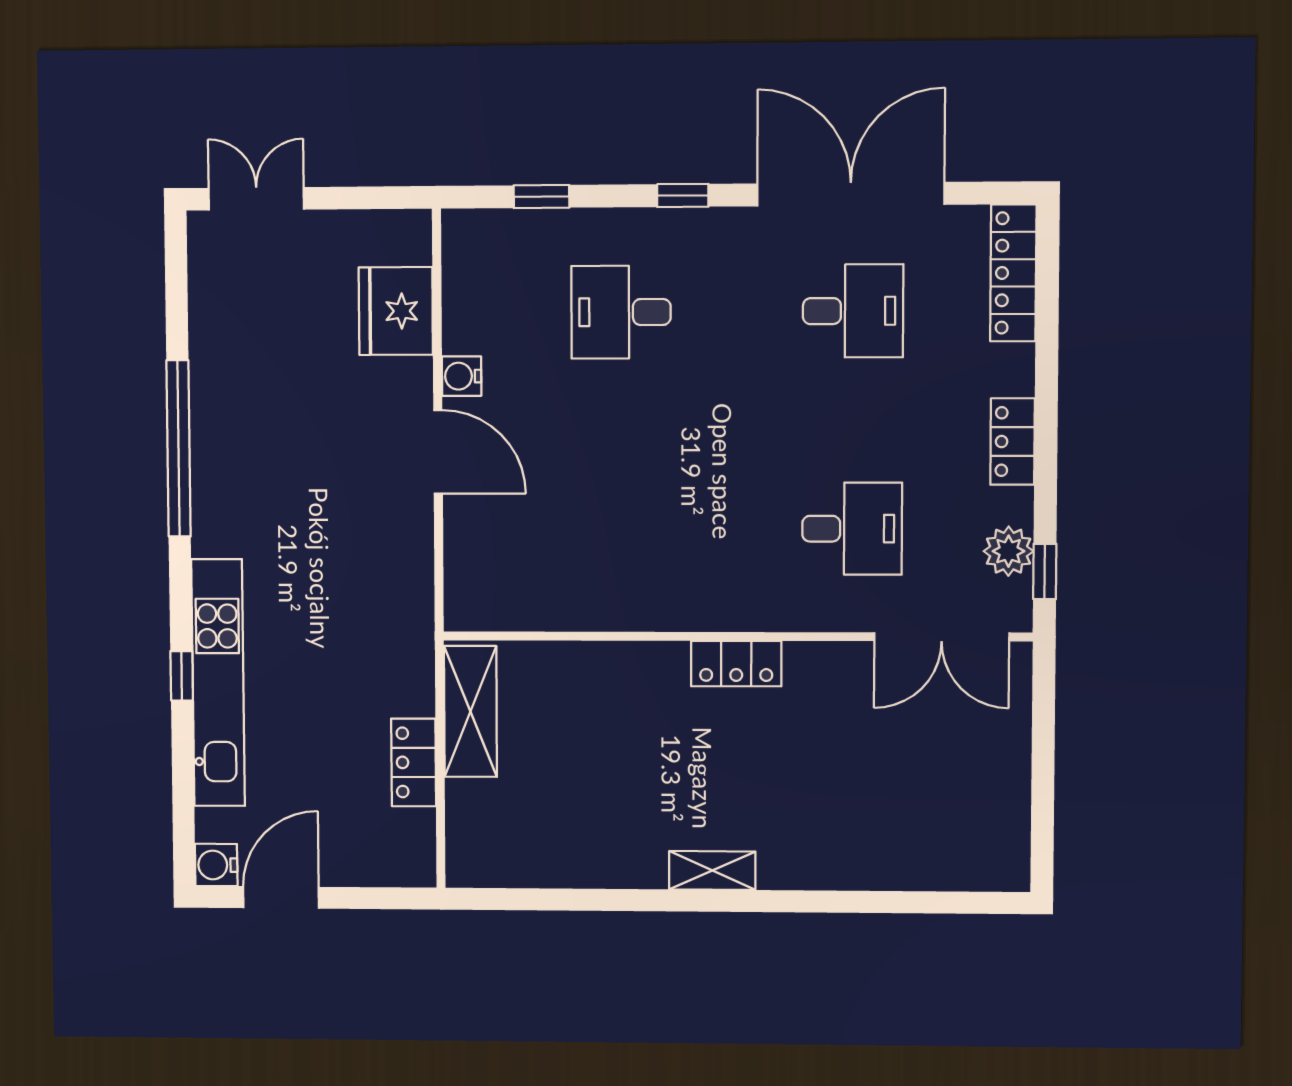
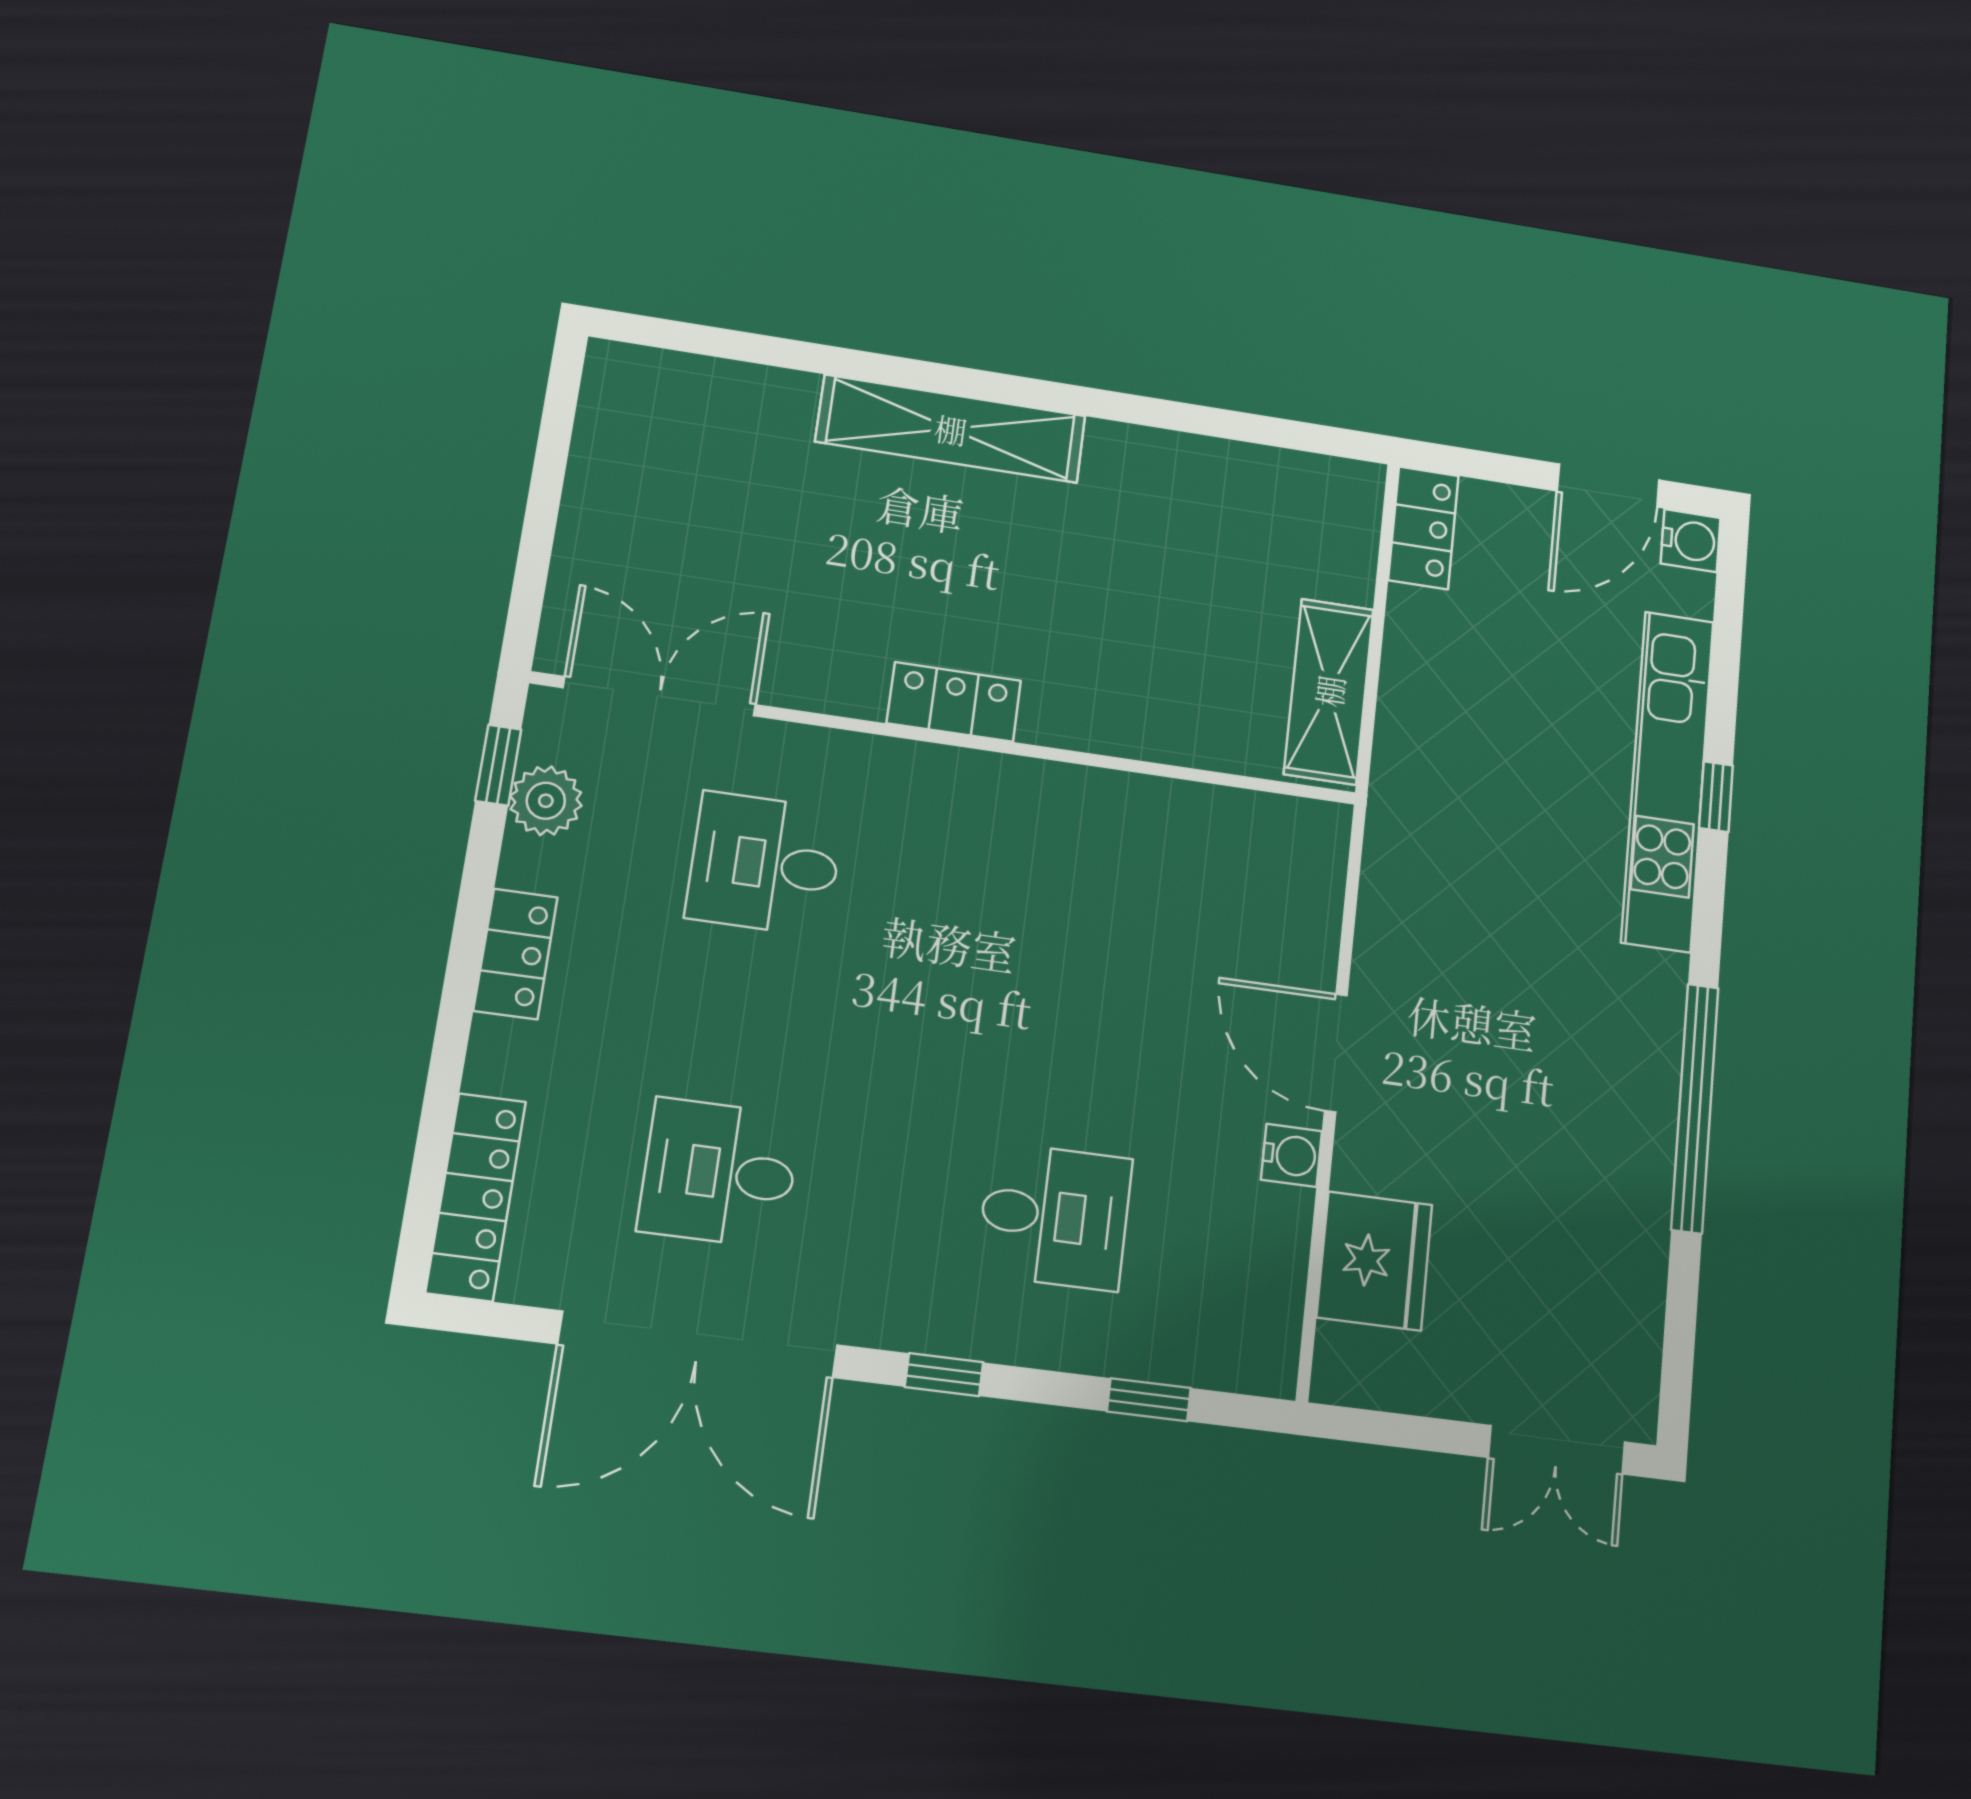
locker: (414, 762) -> (1423, 528), moved
shelving: (712, 870) -> (951, 429), width x2.20, depth x1.33

